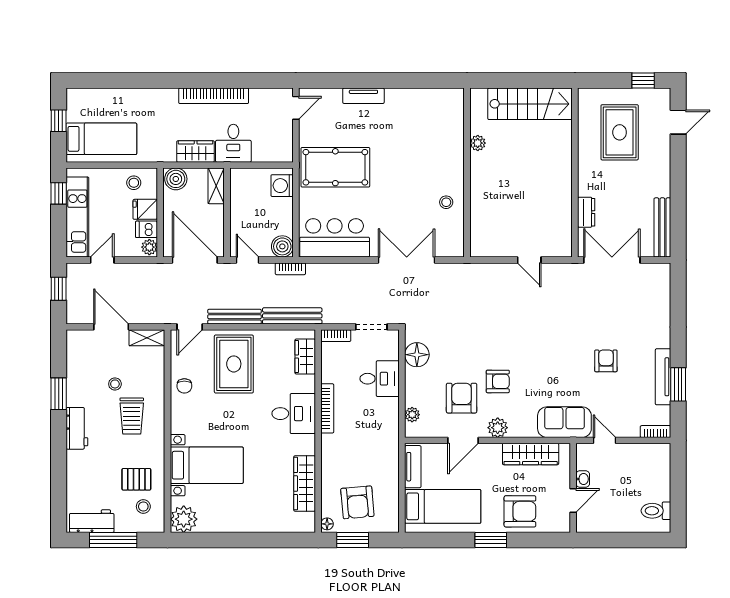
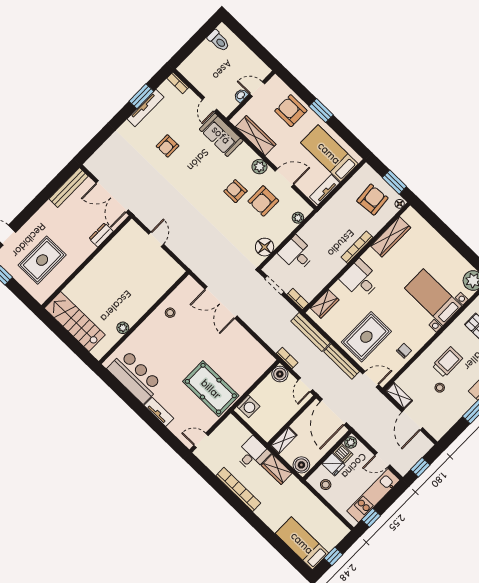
bed: (101, 139) -> (302, 543), moved
bar counter: (335, 238) -> (135, 376), moved, turned 180
bookcase: (327, 408) -> (357, 247), moved

